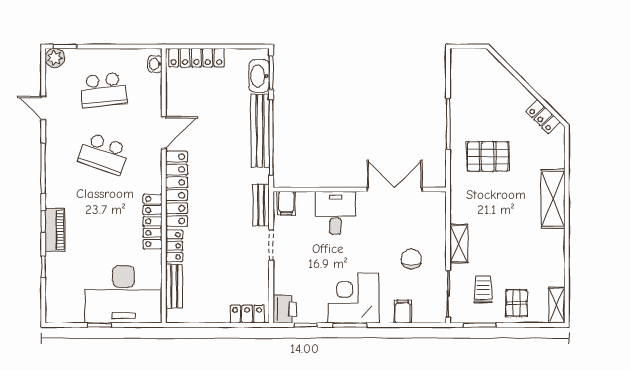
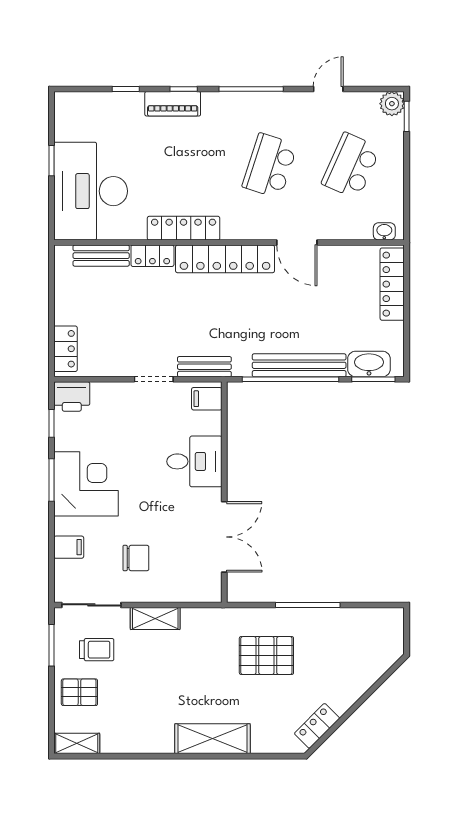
school desk: (104, 90) -> (351, 166), turned 30
pallet: (488, 156) -> (266, 656), turned 90

